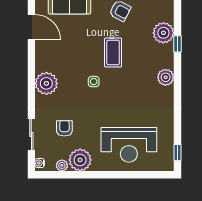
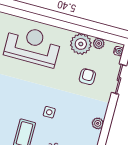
plant: (46, 83) -> (98, 123), width x0.53, depth x0.53
armchair: (64, 128) -> (87, 77), turned 180

